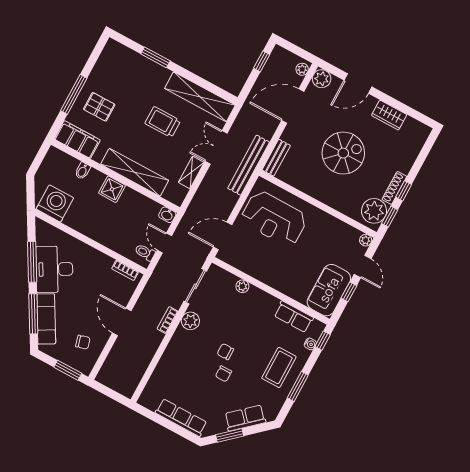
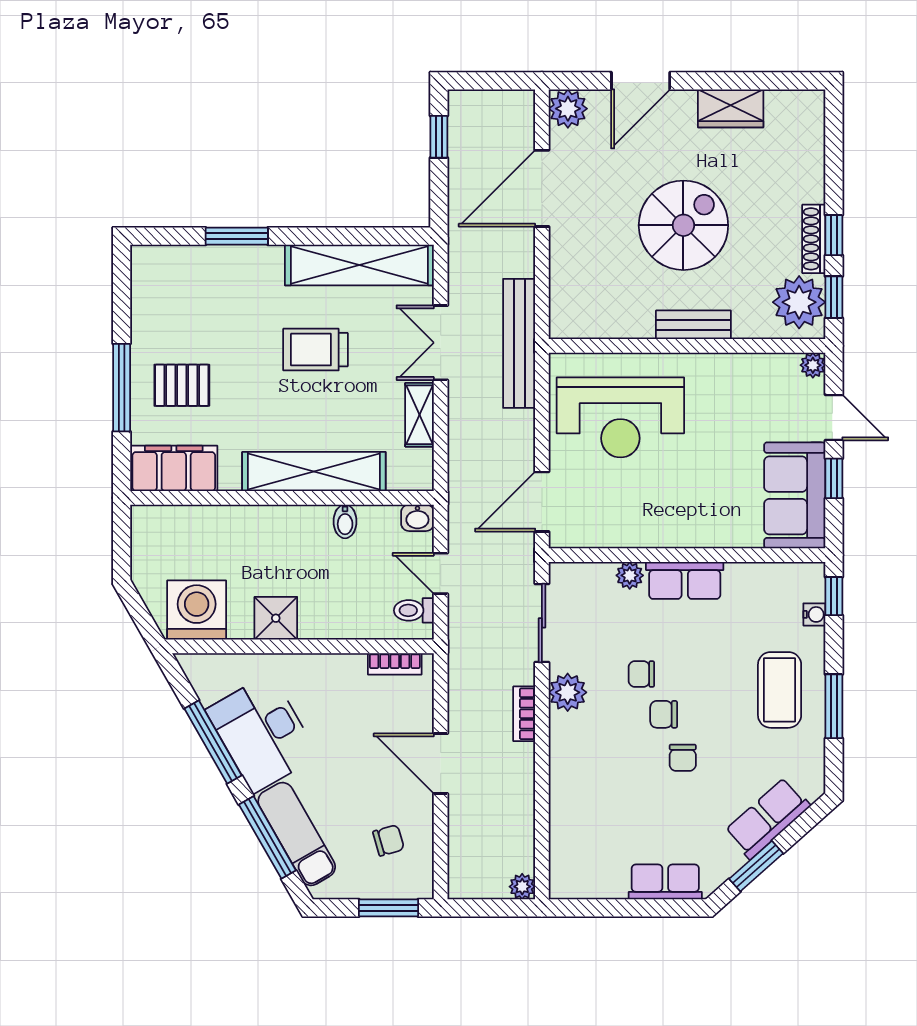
plant: (302, 69) -> (522, 887), moved
bench: (276, 158) -> (693, 325), moved, turned 90
bidet: (83, 171) -> (345, 521), moved
shower: (112, 189) -> (276, 618), moved
row of seats: (294, 317) -> (685, 580), moved
chair: (225, 330) -> (641, 674), added
row of seats: (181, 418) -> (665, 882), width x0.68

